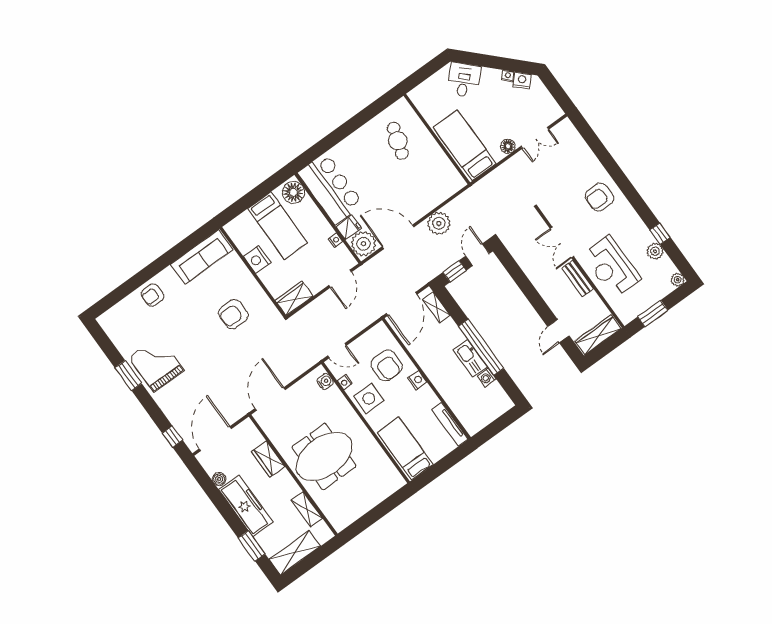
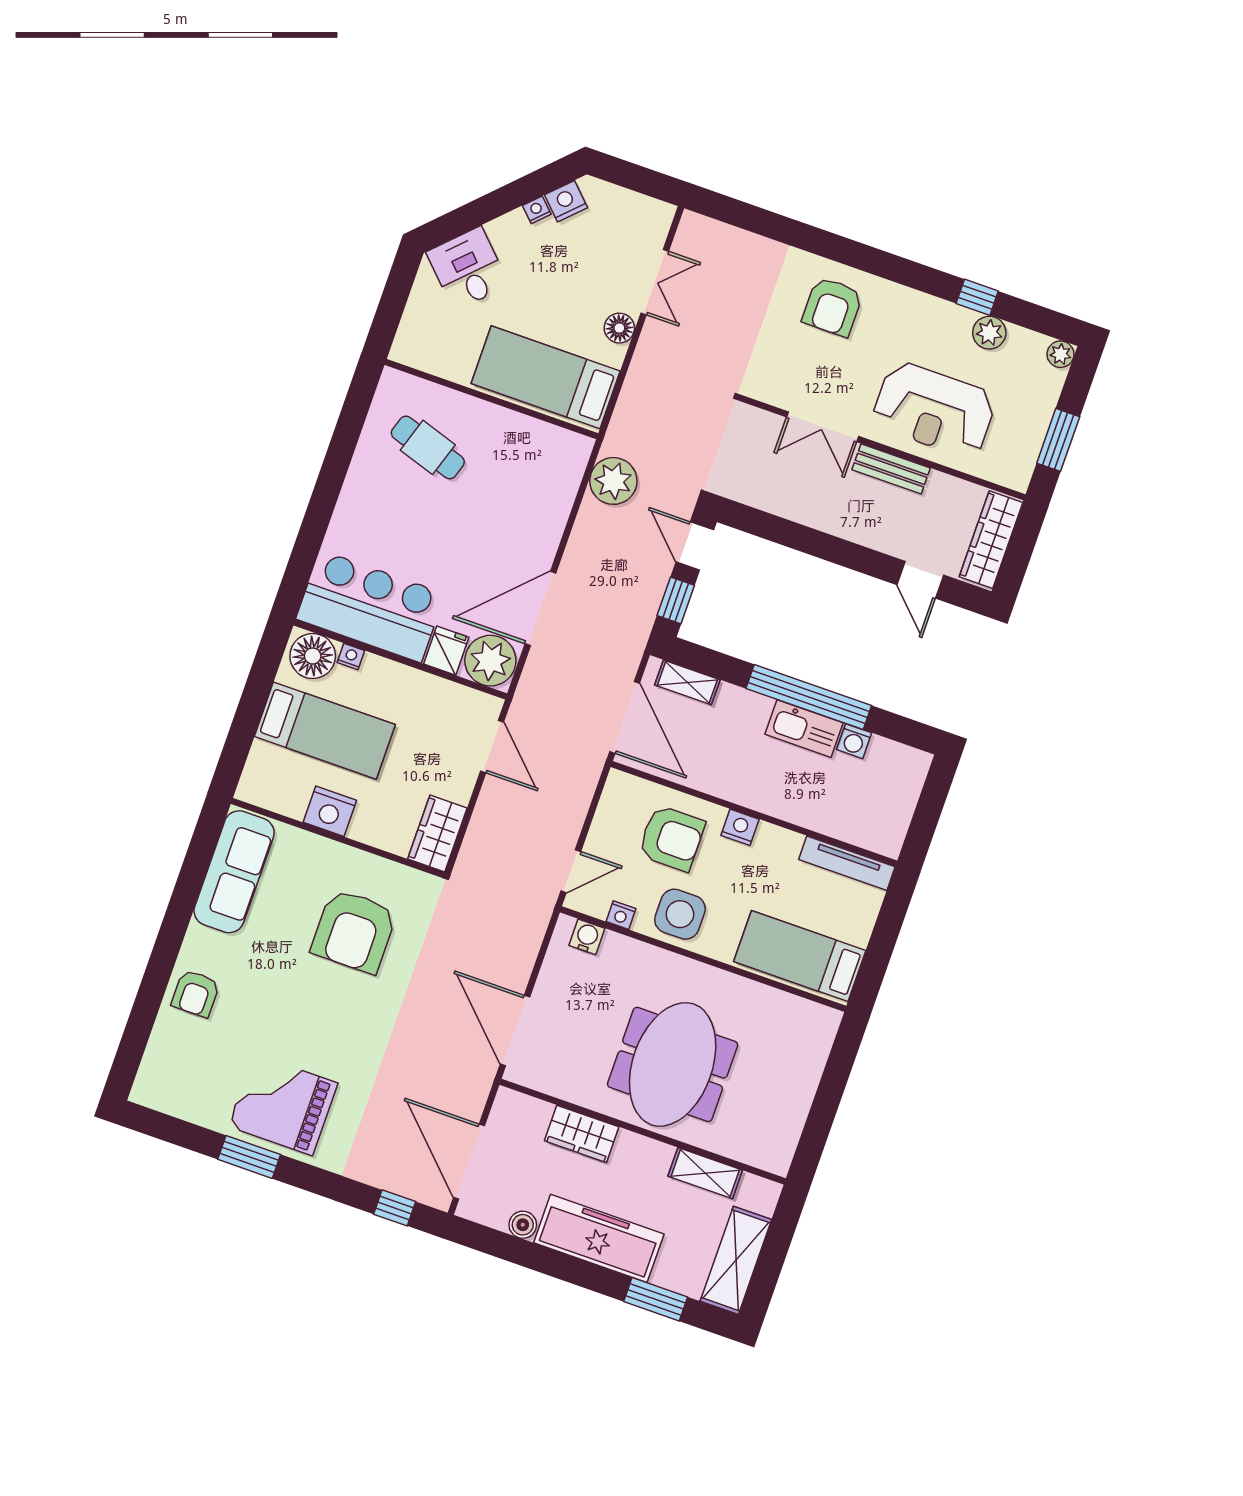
plant: (439, 223) -> (613, 481), moved
nightstand: (335, 240) -> (351, 656), moved
armchair: (233, 314) -> (354, 931), width x1.36, depth x1.36

